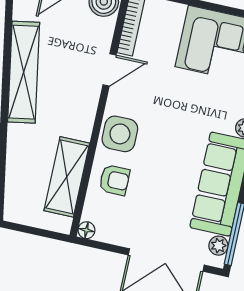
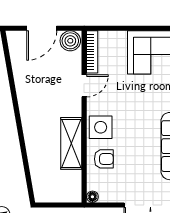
shelving: (24, 72) -> (27, 100), removed
shelving: (67, 177) -> (71, 143), moved

